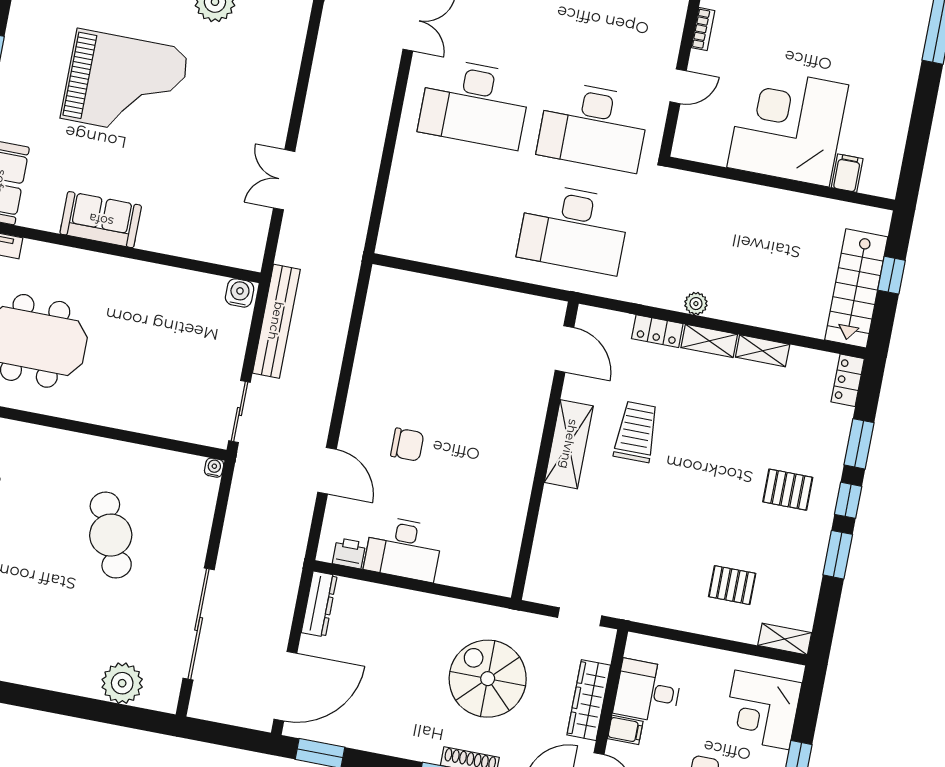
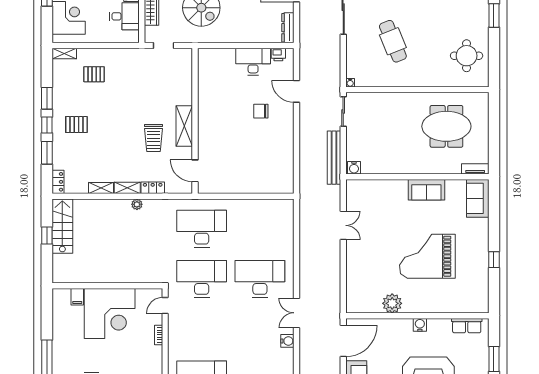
corner desk: (788, 126) -> (110, 314), moved
filing cabinet: (847, 173) -> (77, 297), moved
wall: (782, 184) -> (107, 286), moved

